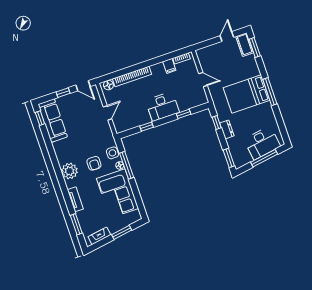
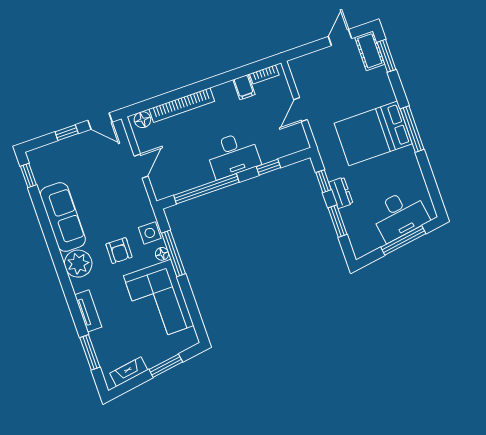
door: (203, 79) -> (301, 110), swing flipped
sofa: (53, 120) -> (63, 217), moved
window: (146, 127) -> (206, 189), width x3.17
window: (229, 158) -> (337, 221), moved

